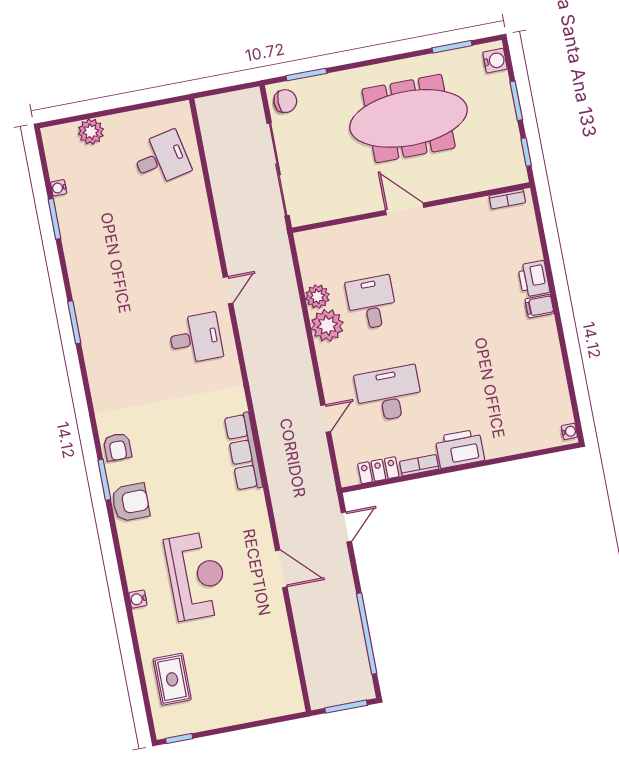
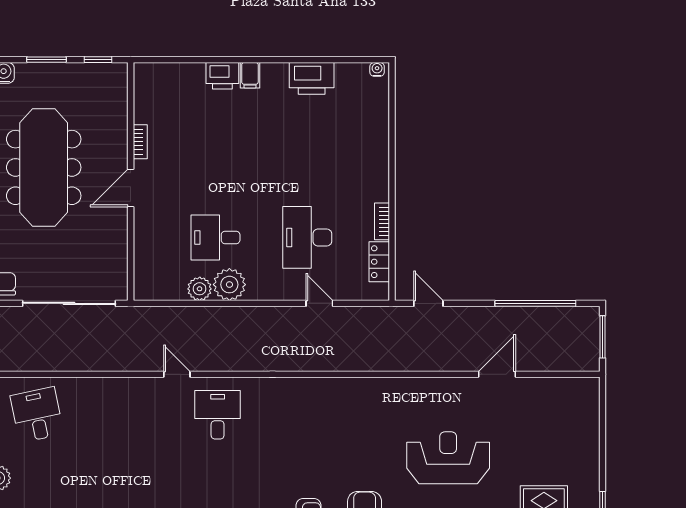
bookcase: (507, 199) -> (140, 142), moved
printer: (460, 449) -> (312, 78), moved, turned -90
row of seats: (243, 452) -> (336, 389), removed
door: (281, 569) -> (497, 374), moved

